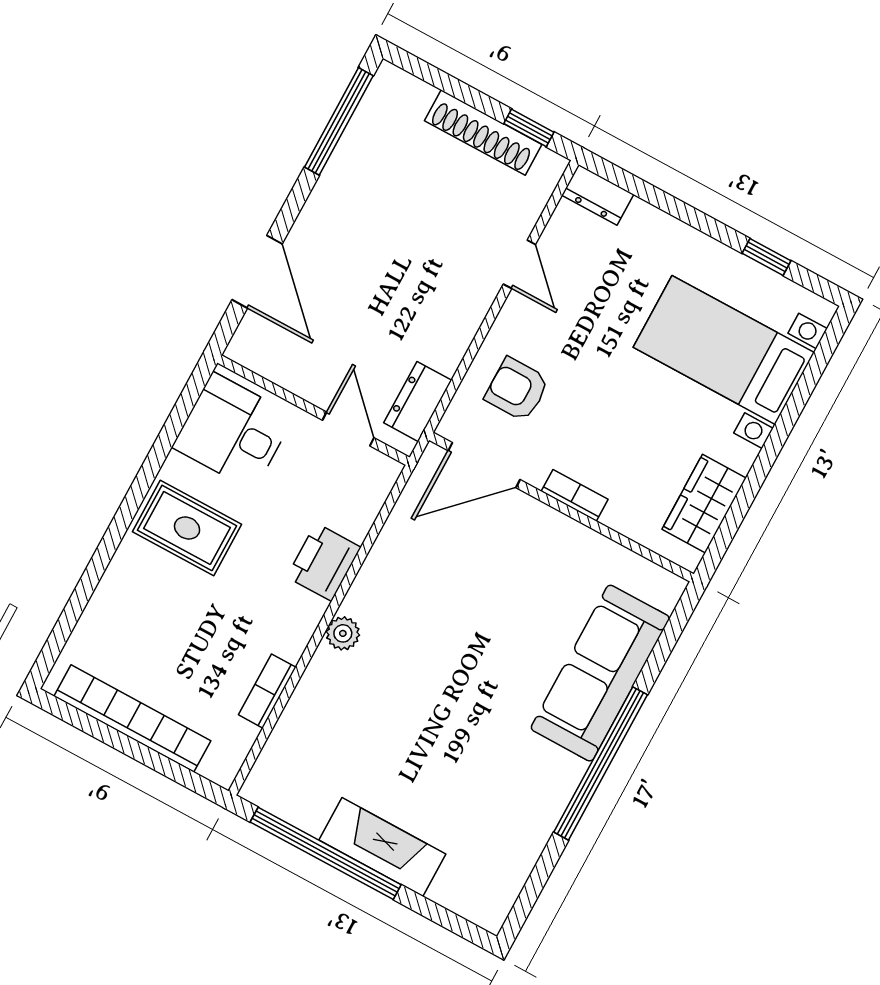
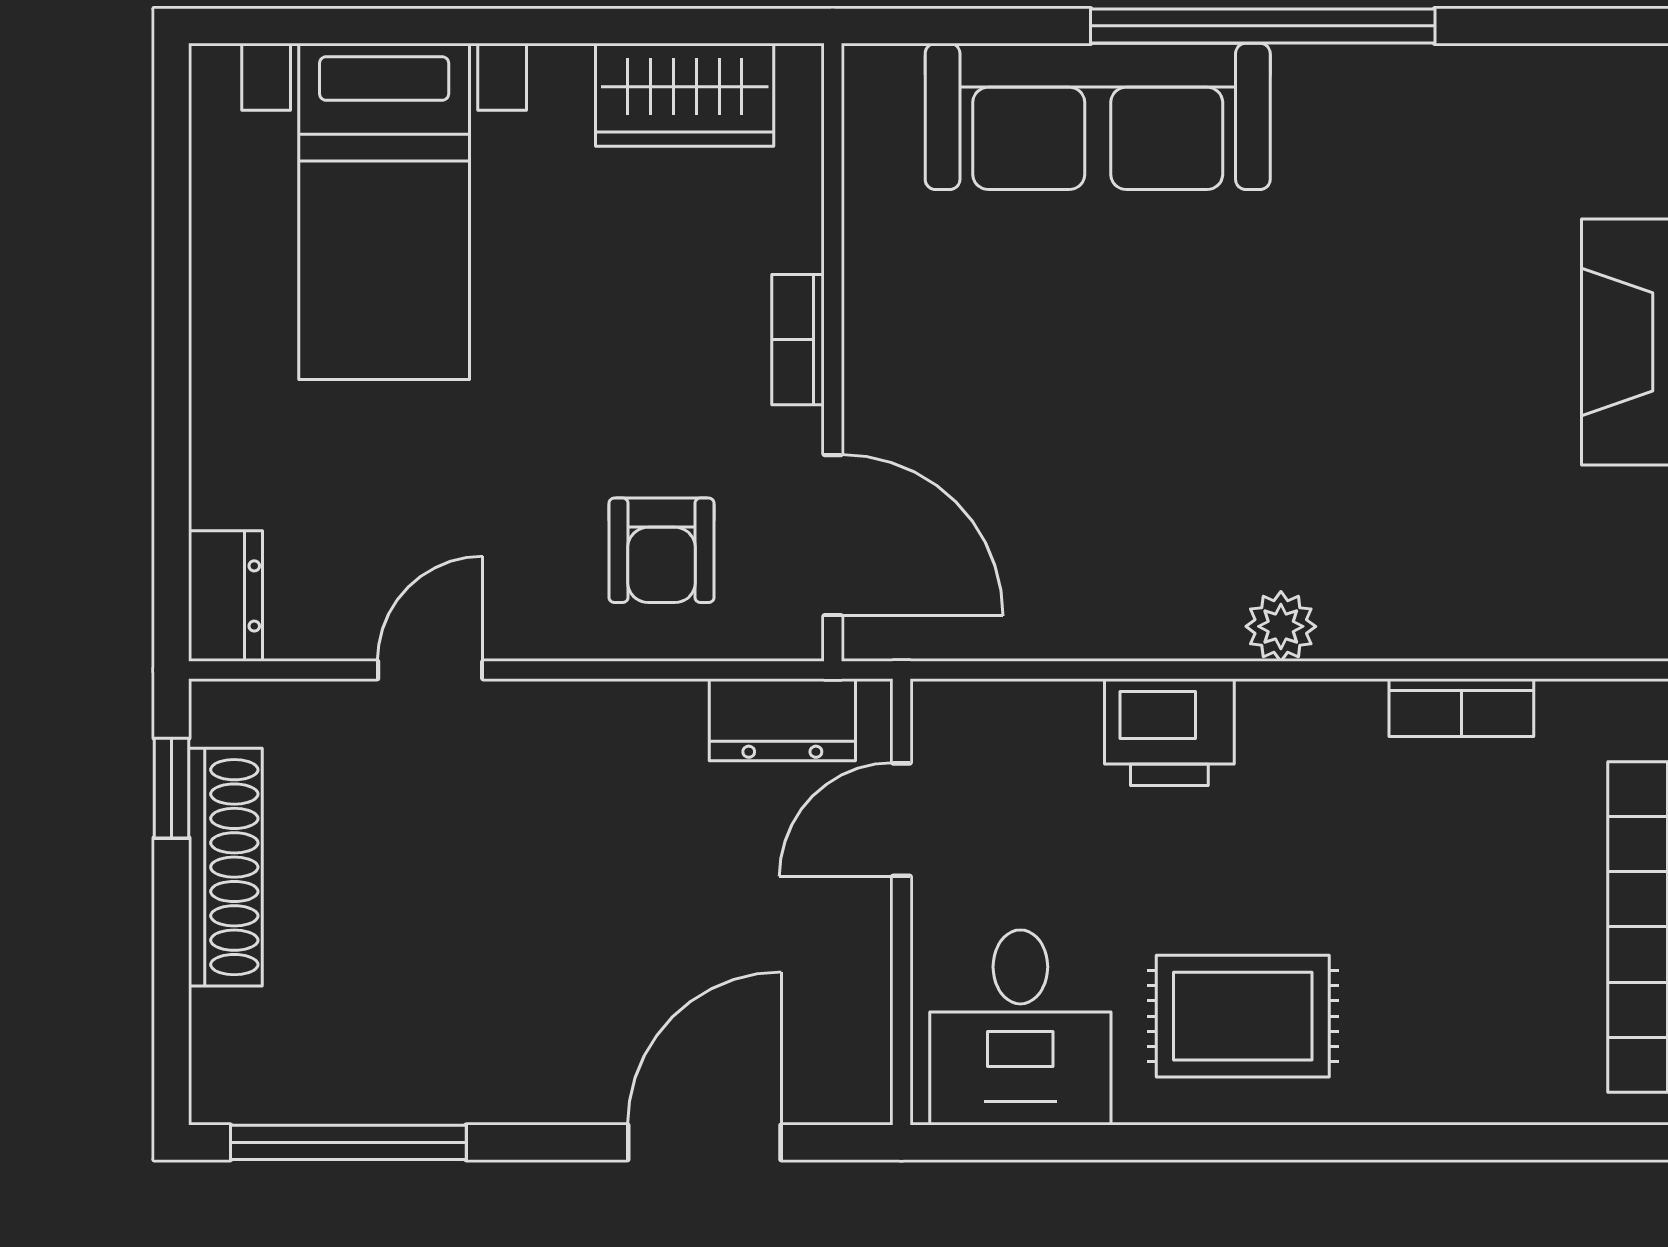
window: (767, 257) -> (172, 225), removed
rug: (187, 528) -> (1243, 1016), turned 90

